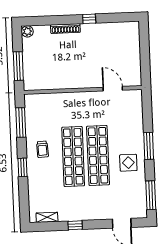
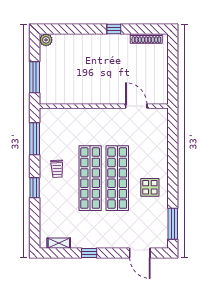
shoe rack: (65, 29) -> (146, 39), moved
window: (149, 146) -> (173, 170), removed

